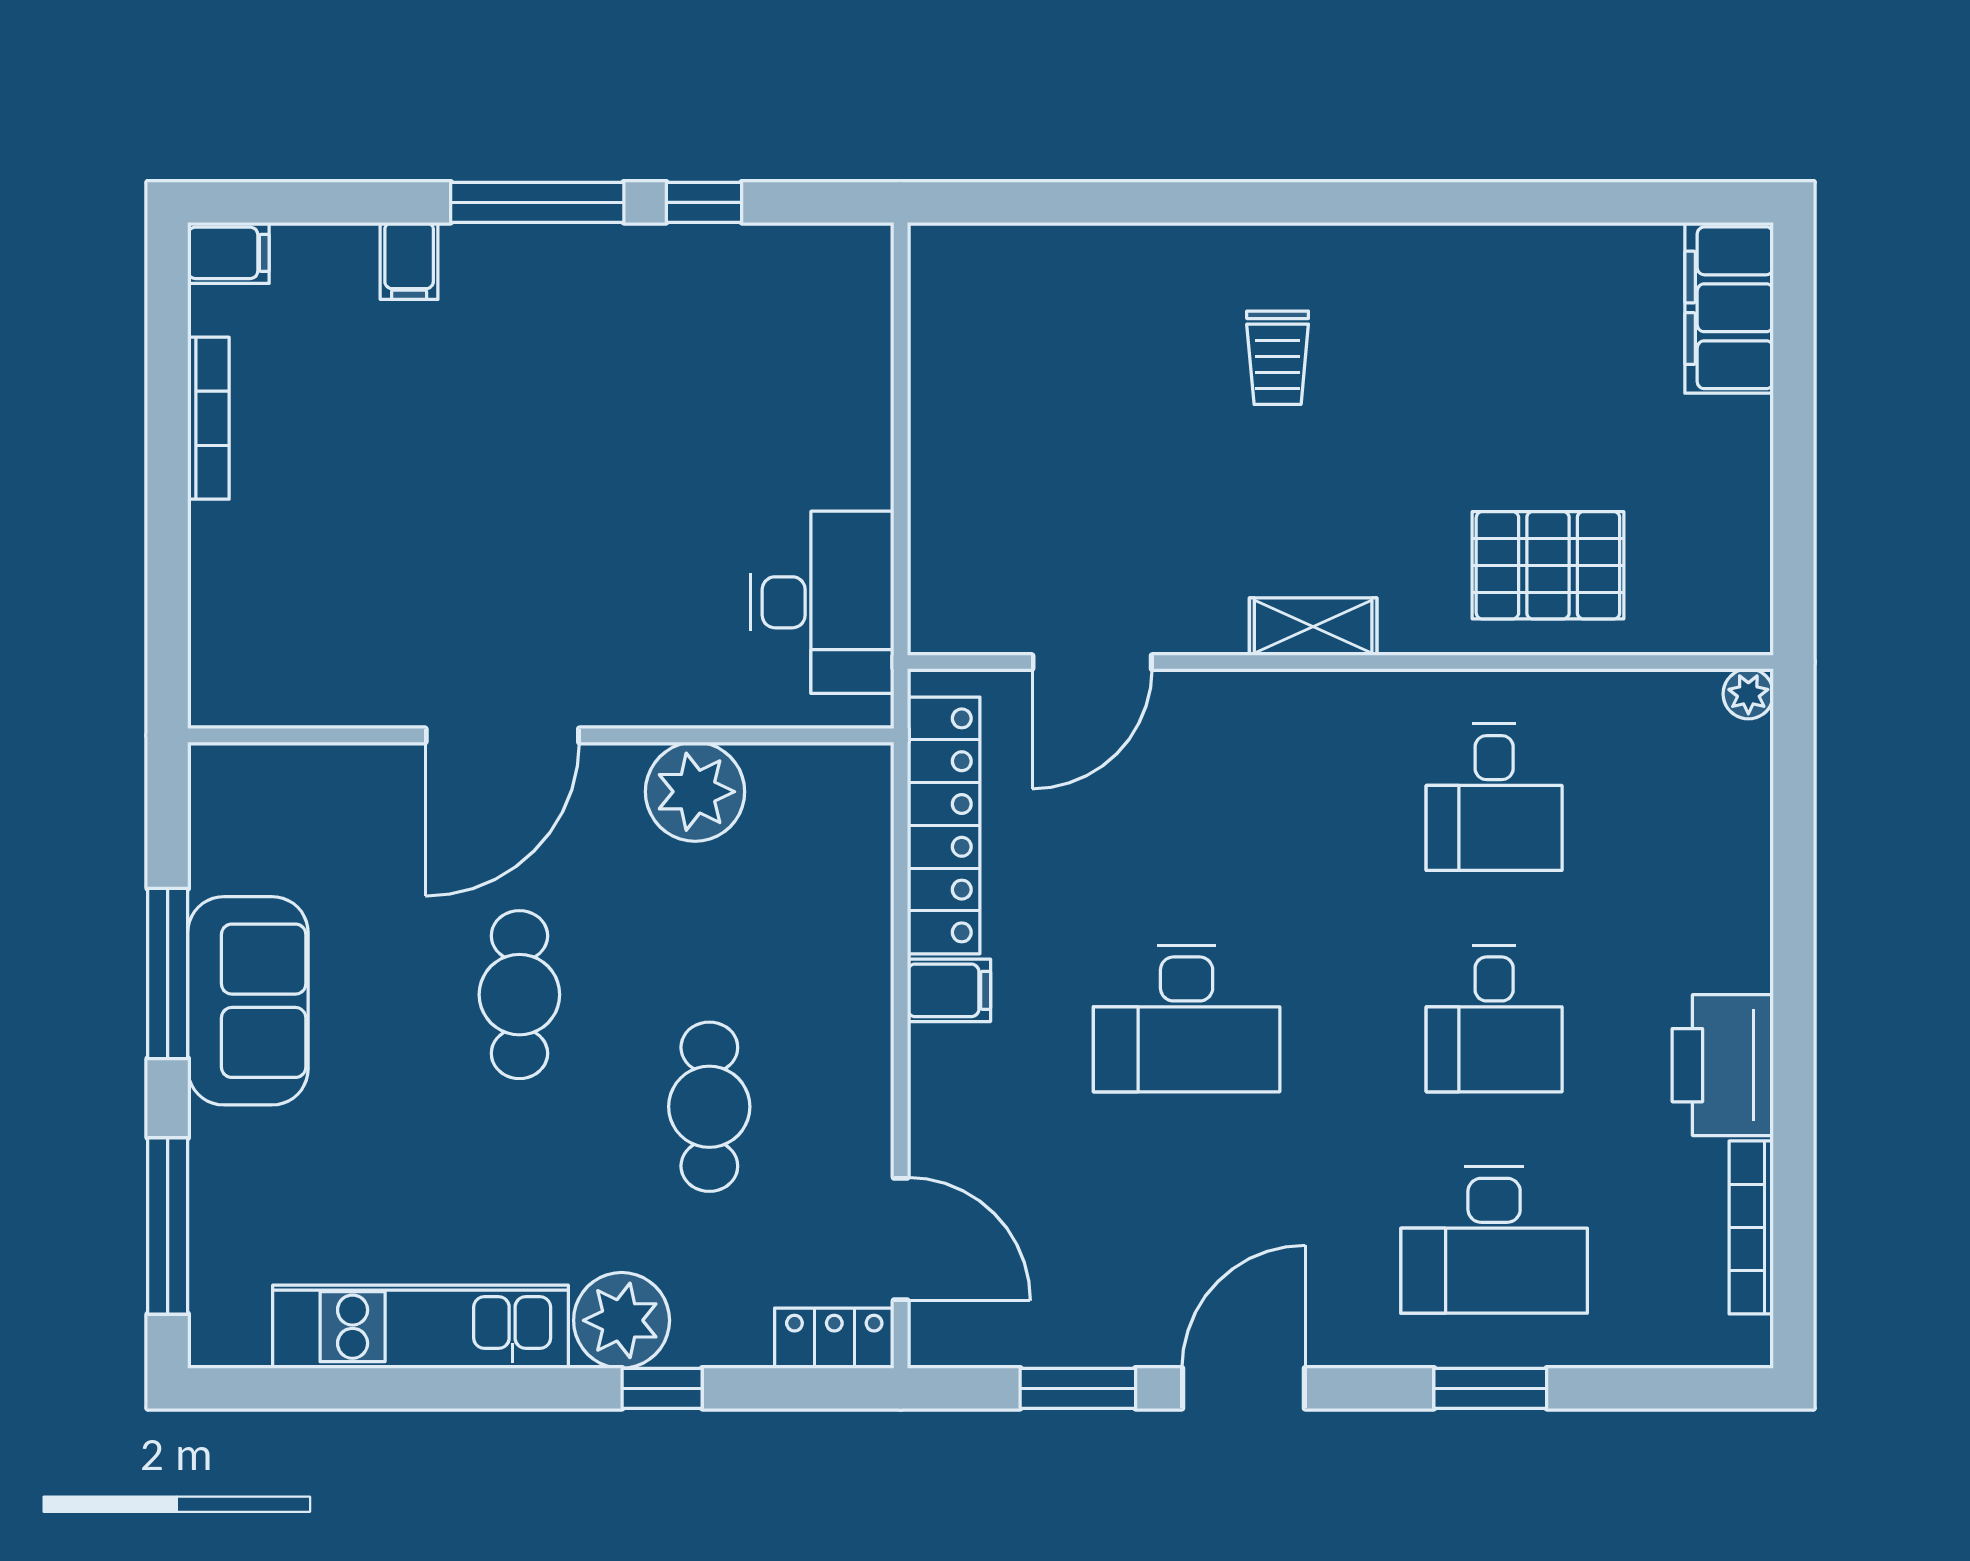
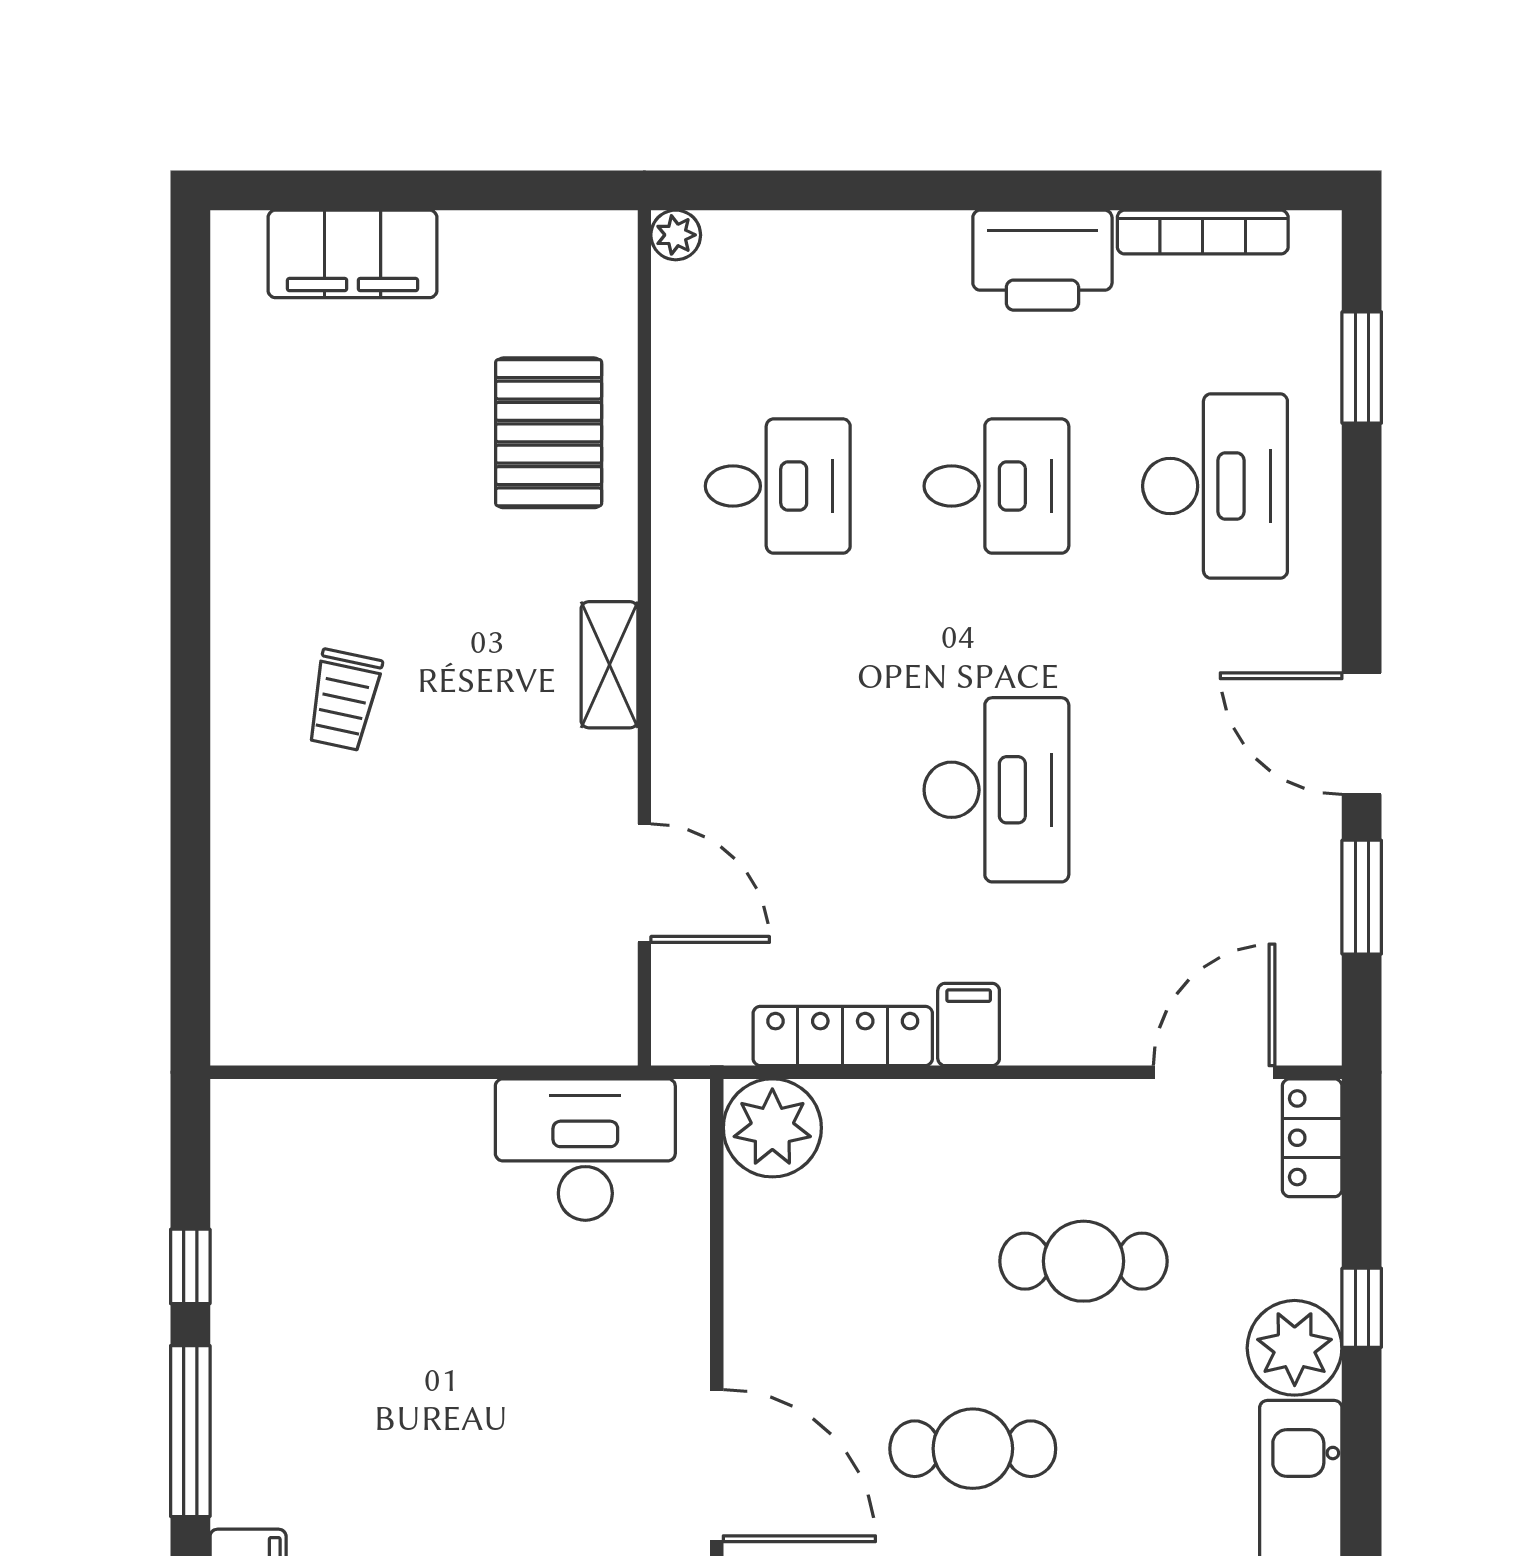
filing cabinet: (1729, 308) -> (353, 254), moved
trolley: (1278, 358) -> (344, 700), turned 102
plant: (695, 792) -> (772, 1128), moved
locker: (944, 825) -> (843, 1036), width x0.71, depth x0.83
window: (1490, 1388) -> (1362, 368), moved

